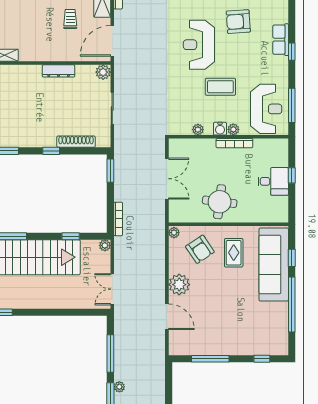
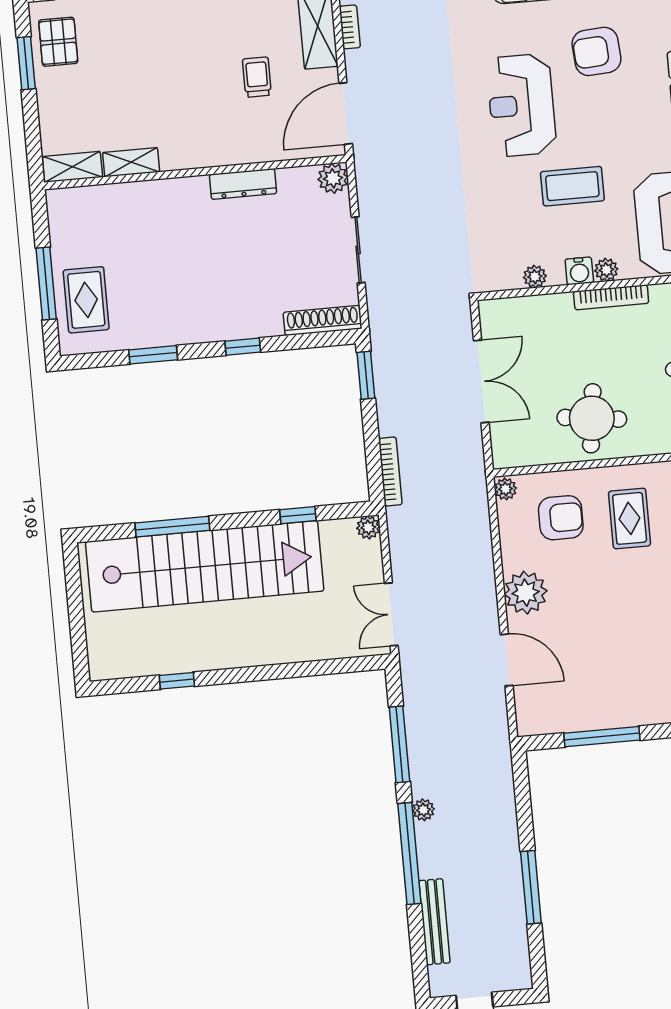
shoe rack: (76, 142) -> (323, 321), moved
armchair: (200, 249) -> (561, 518), turned -56

